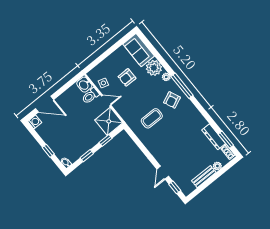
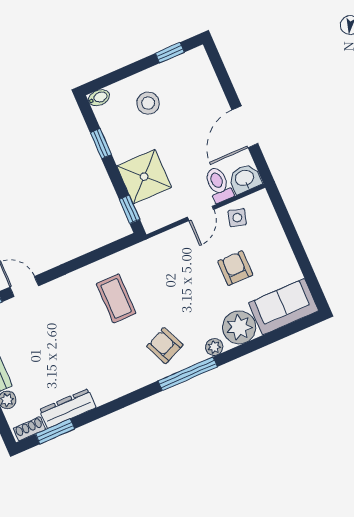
door: (45, 104) -> (245, 127), moved
coffee table: (152, 118) -> (116, 298), moved
shower: (109, 121) -> (144, 177), moved
washing machine: (35, 122) -> (197, 58), removed
stool: (62, 139) -> (148, 103), added
window: (106, 140) -> (129, 209), moved
window: (48, 151) -> (170, 53), moved

